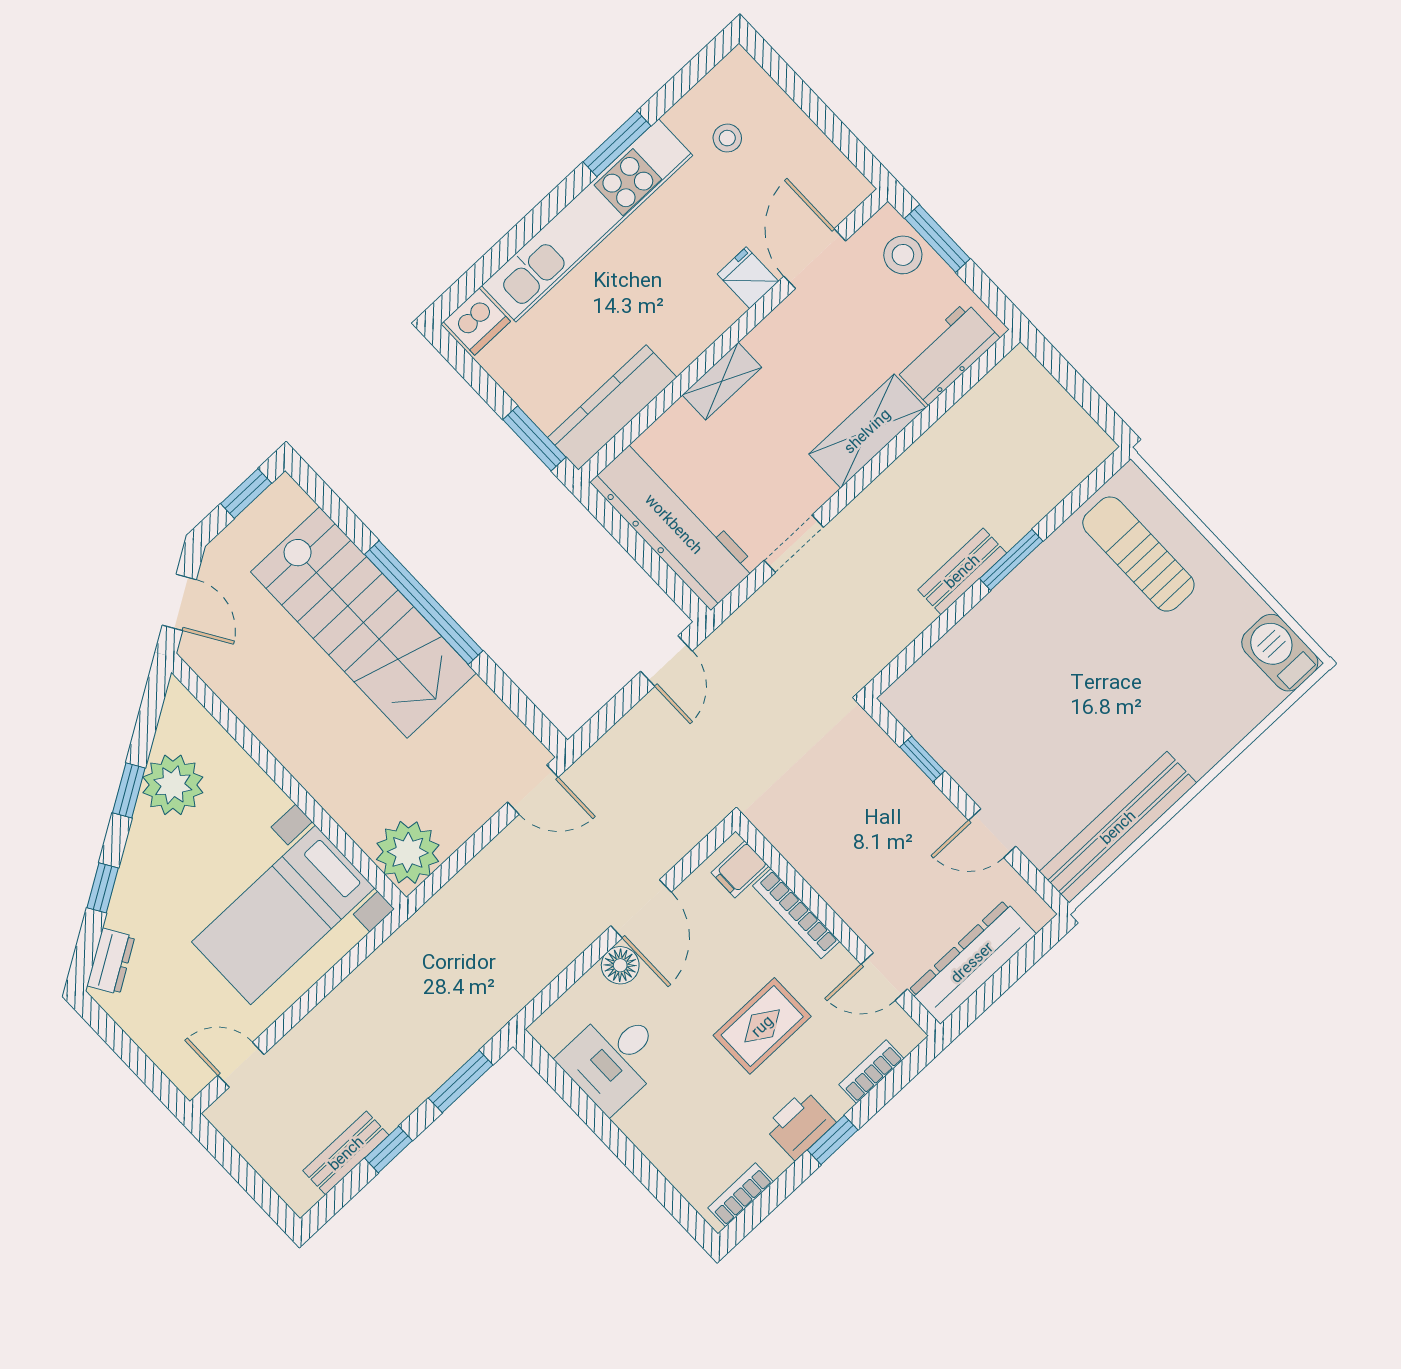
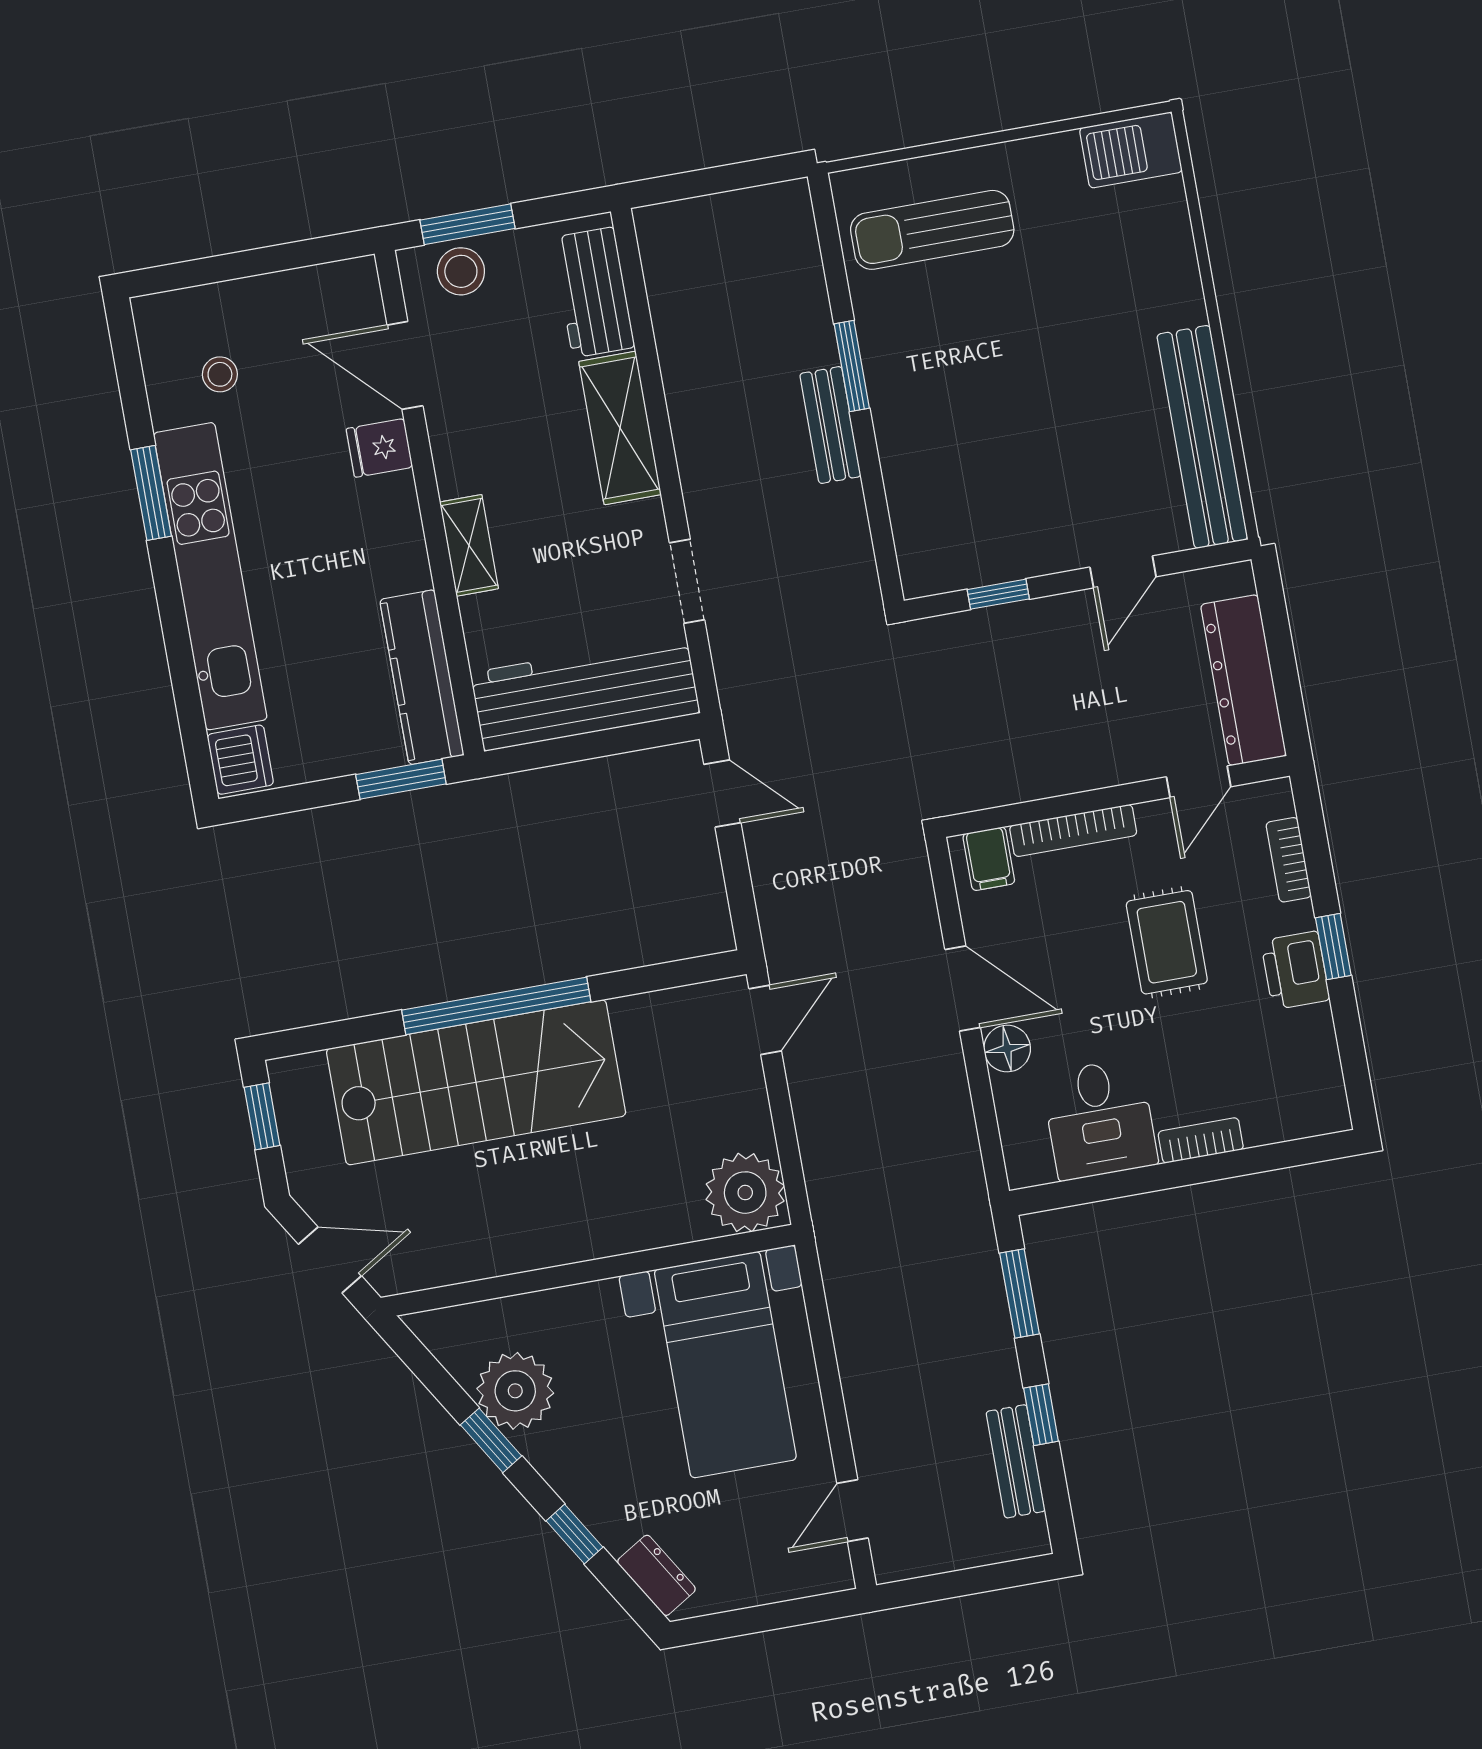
bookcase: (741, 1195) -> (1201, 1140), moved, turned 90

